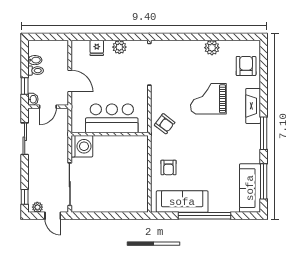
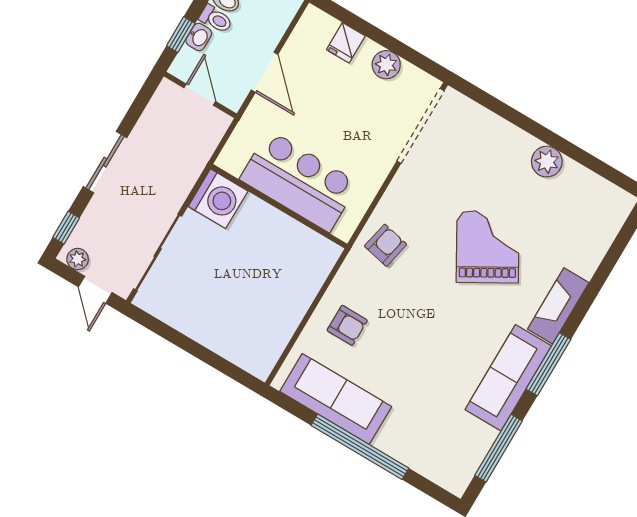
armchair: (246, 66) -> (587, 229), removed
washbasin: (33, 99) -> (199, 37), moved
grand piano: (208, 99) -> (488, 247), turned 60
door: (48, 107) -> (200, 95), swing flipped
armchair: (165, 124) -> (386, 245), turned -115
sliding door: (25, 139) -> (105, 162), moved
armchair: (169, 167) -> (347, 325), turned -90
sofa: (250, 188) -> (508, 378), moved

